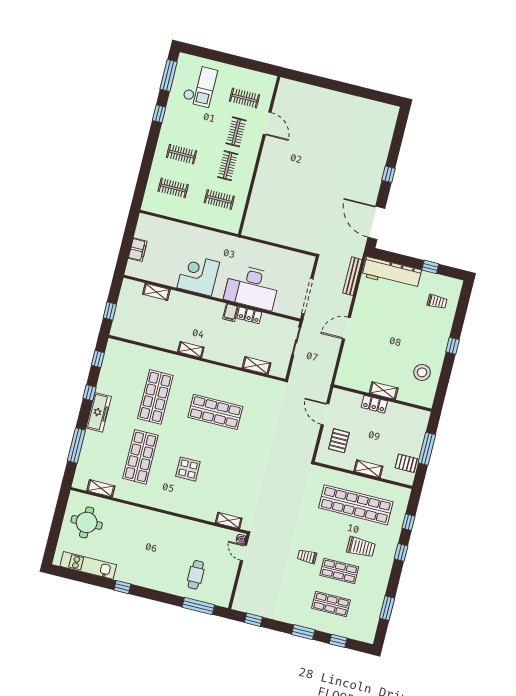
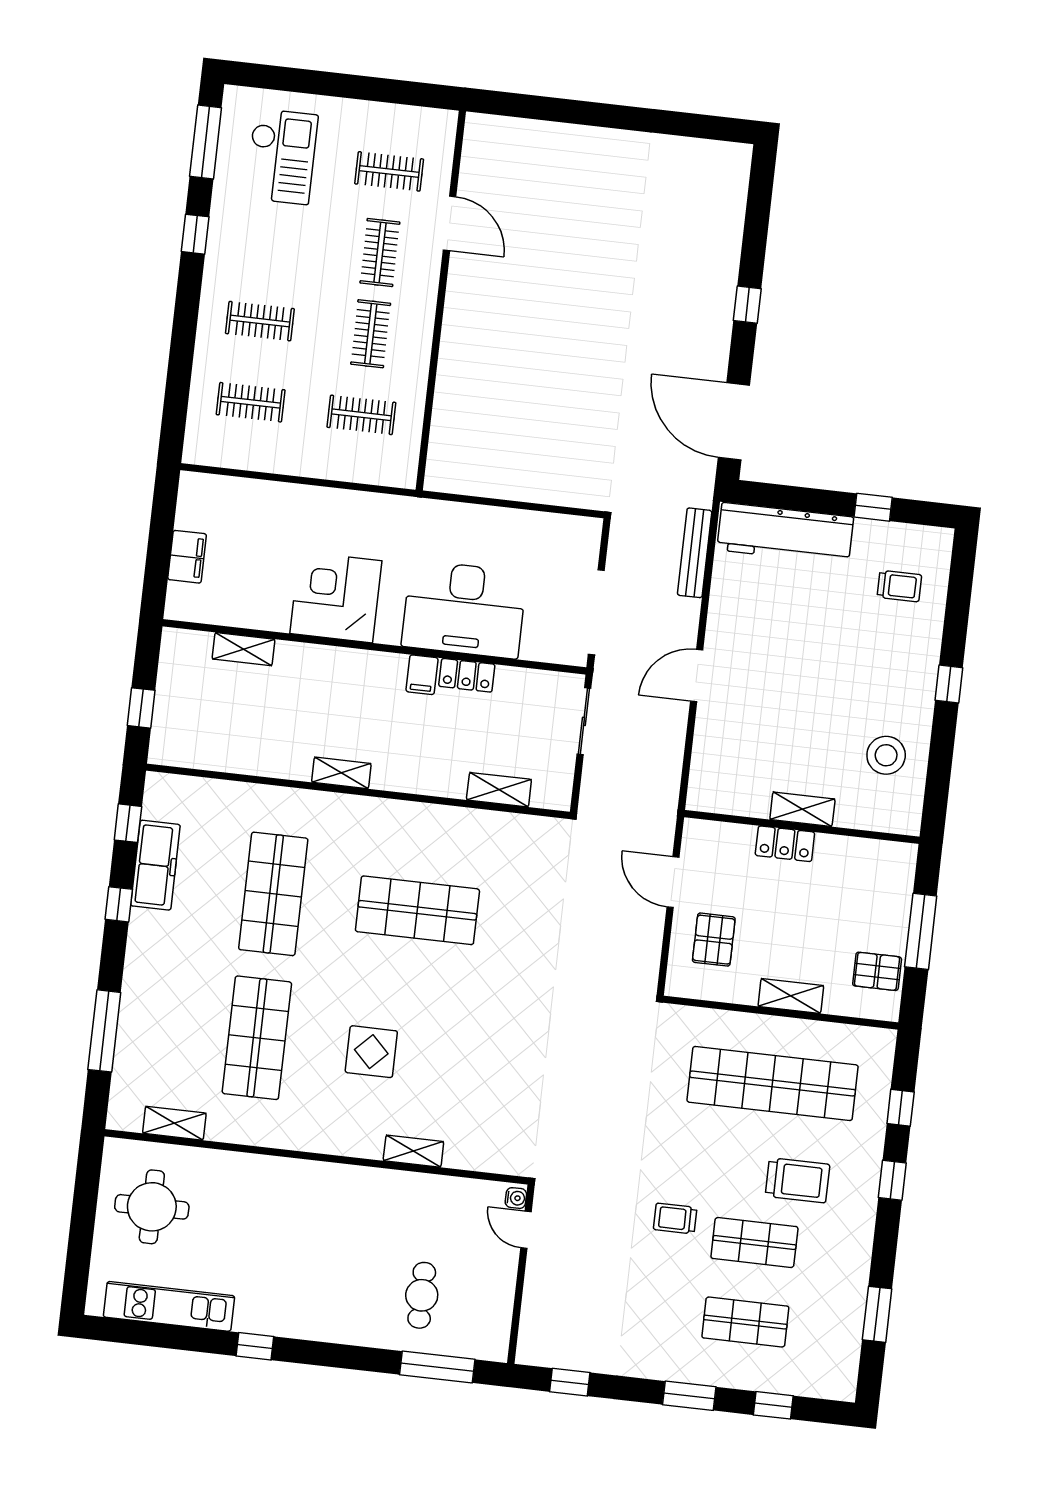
freezer: (99, 412) -> (155, 865), moved
shelving: (229, 521) -> (413, 1151), moved

